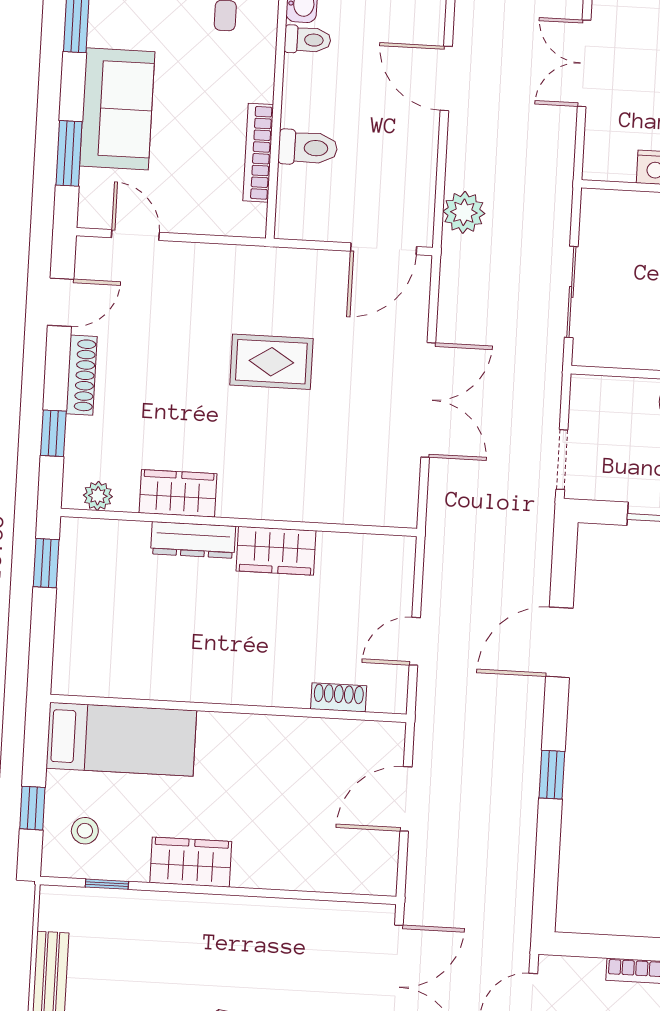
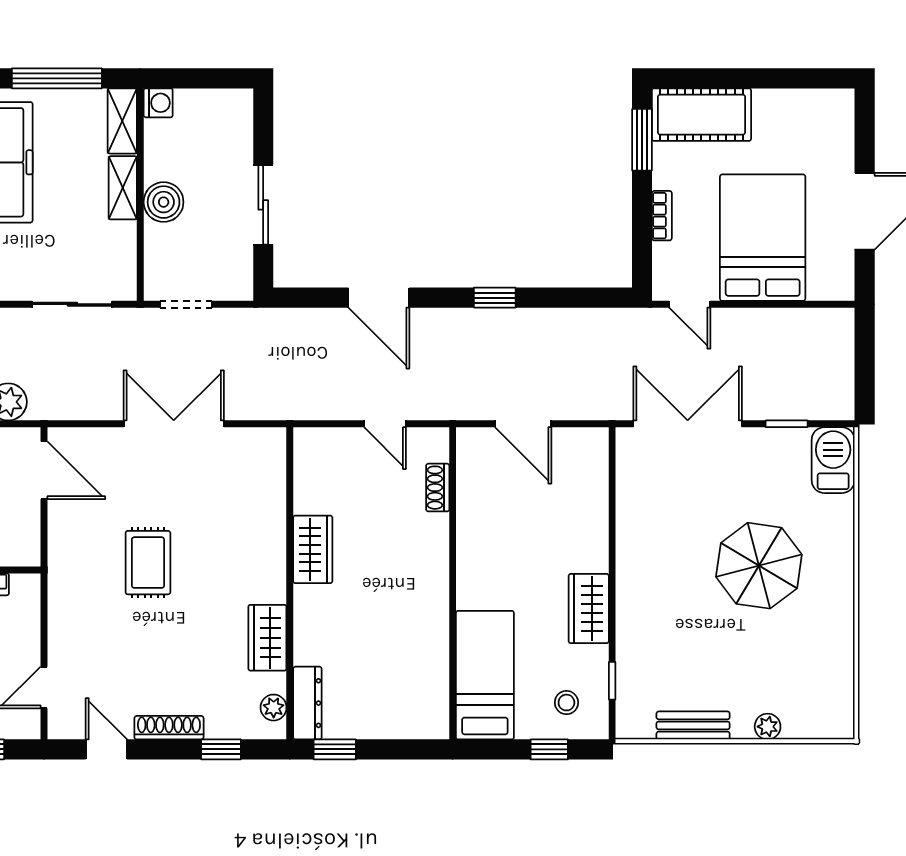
doorway: (562, 460) -> (186, 304), moved
dresser: (193, 540) -> (307, 703), moved

